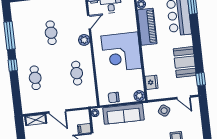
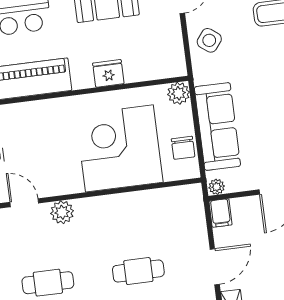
corner desk: (121, 52) -> (119, 148), moved, turned 180
cafe table: (77, 73) -> (138, 271), moved
fridge: (151, 82) -> (108, 73), moved
filing cabinet: (84, 129) -> (221, 213), moved

